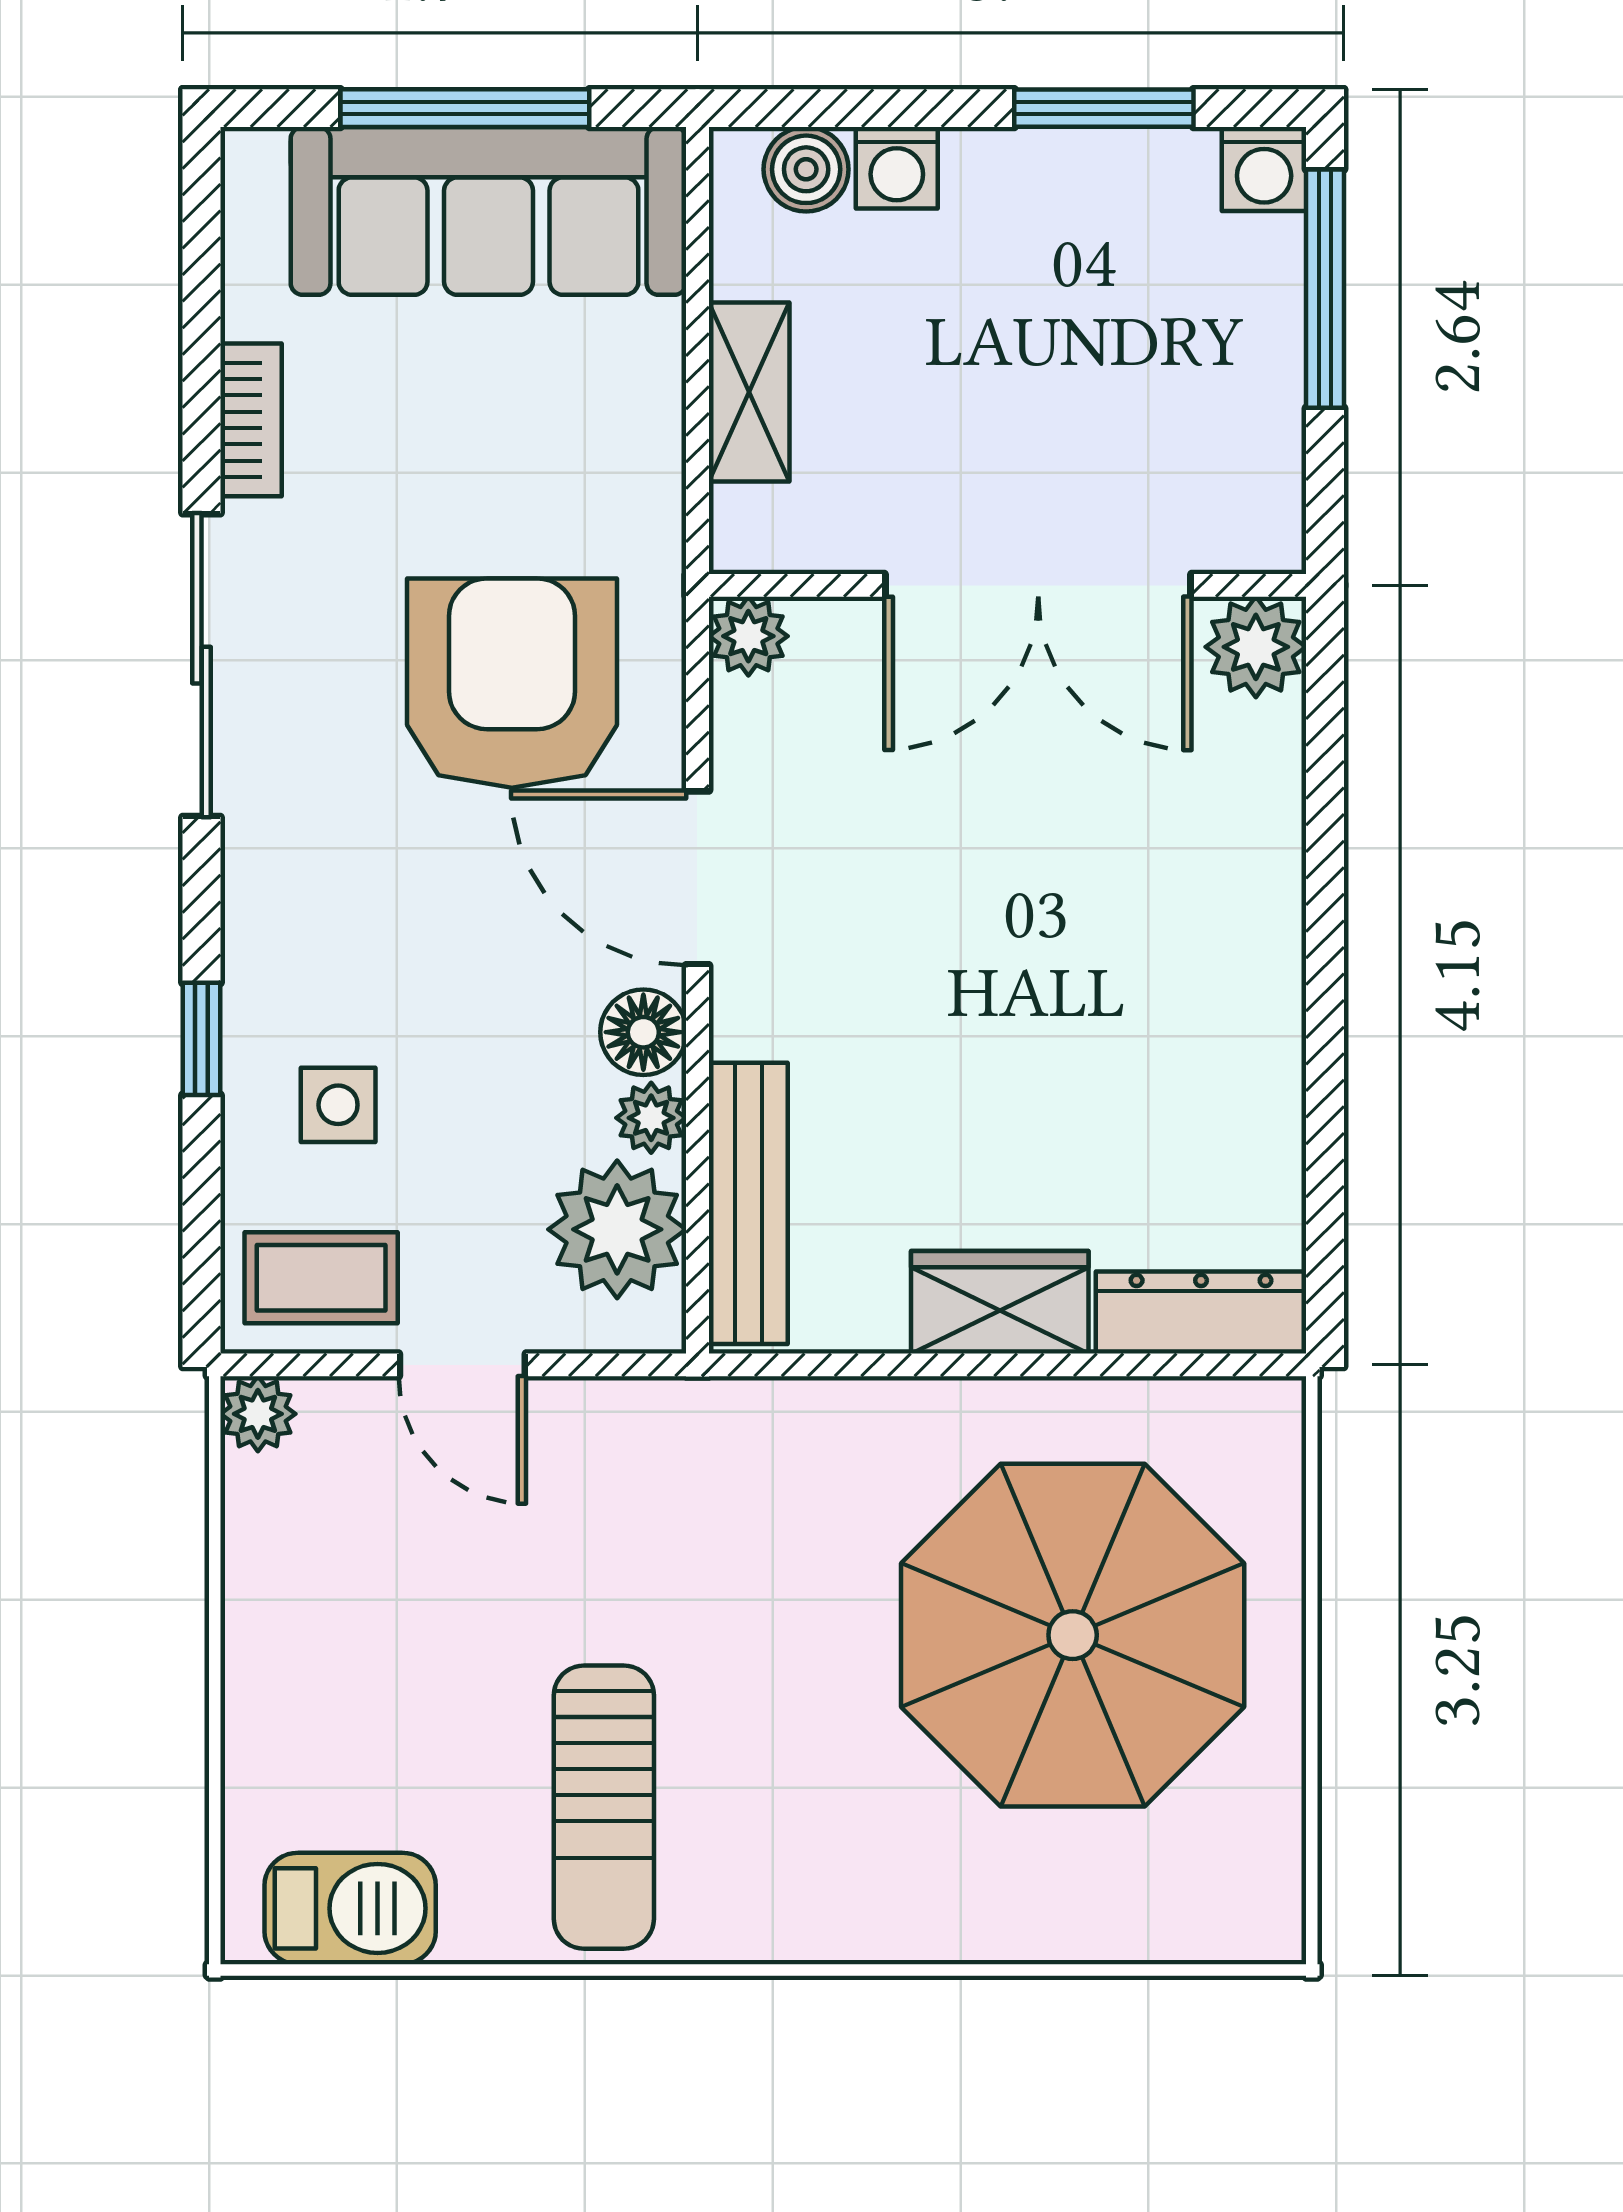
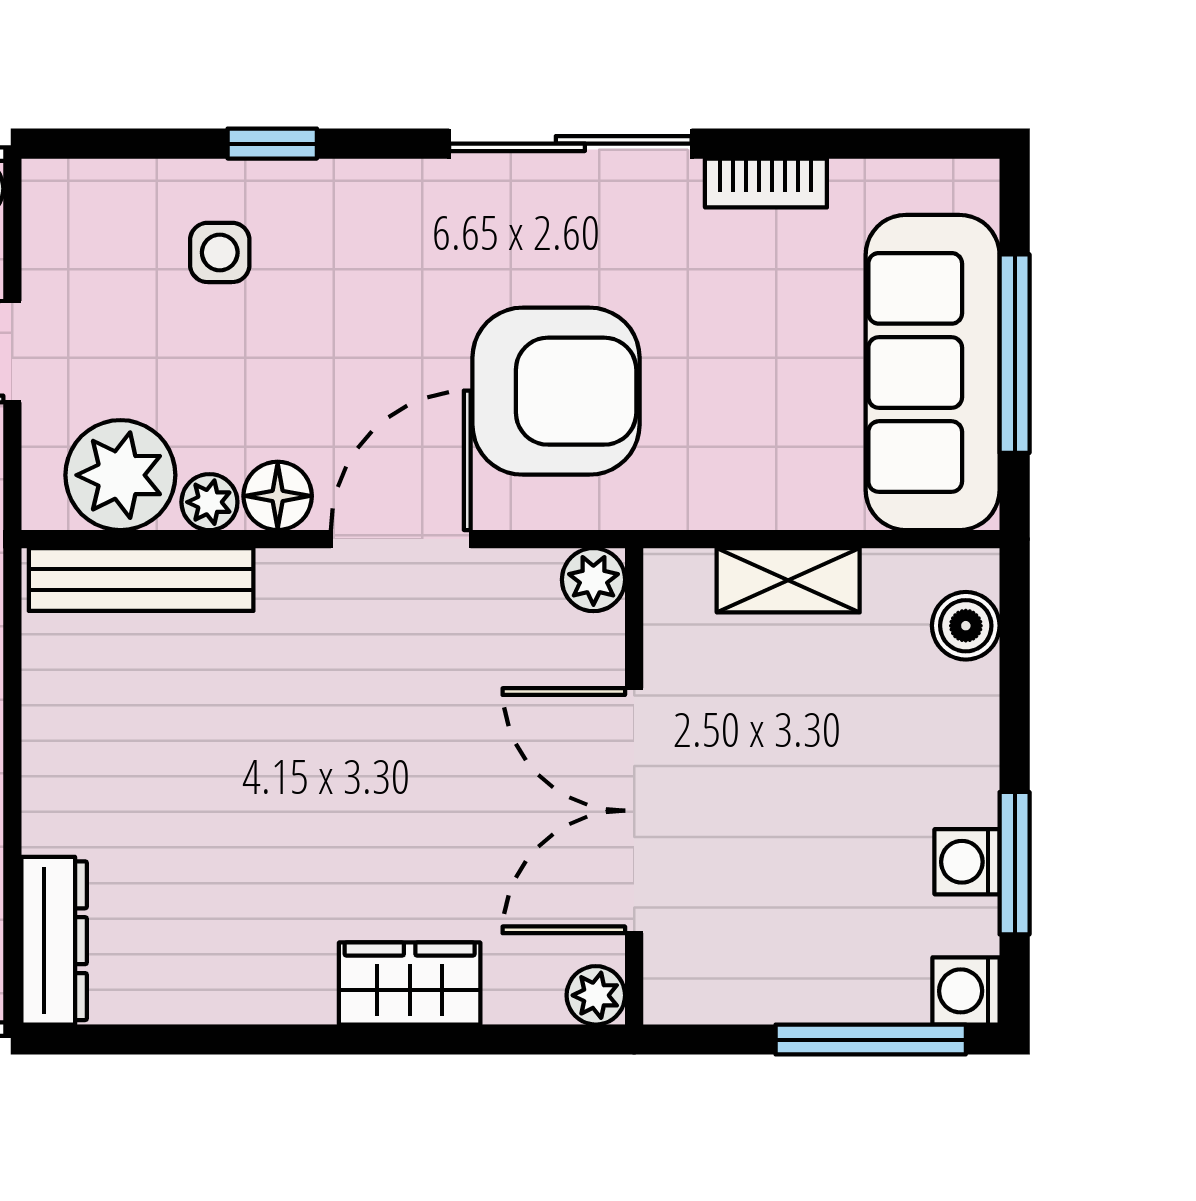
washing machine: (897, 168) -> (967, 862), moved
plant: (1256, 647) -> (596, 995), width x0.73, depth x0.73
coffee table: (321, 1278) -> (82, 239), removed
wardrobe: (1000, 1302) -> (410, 984), moved, turned -90

